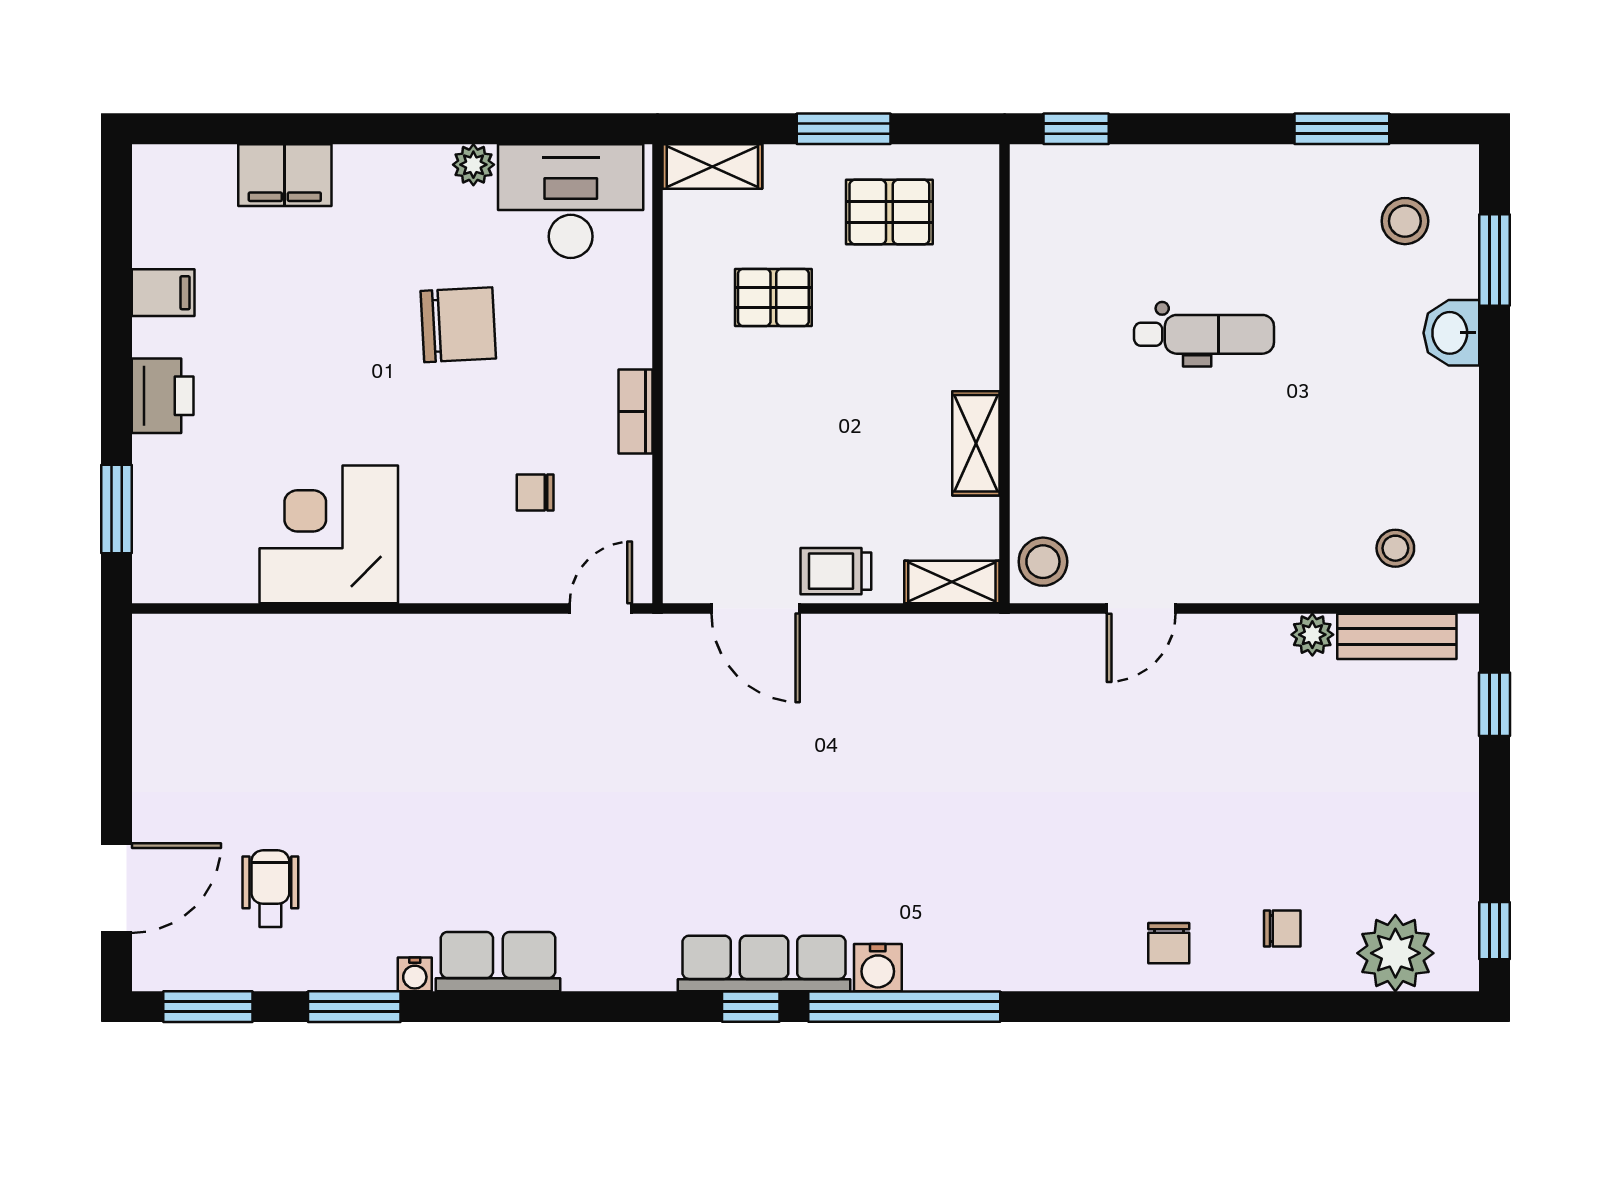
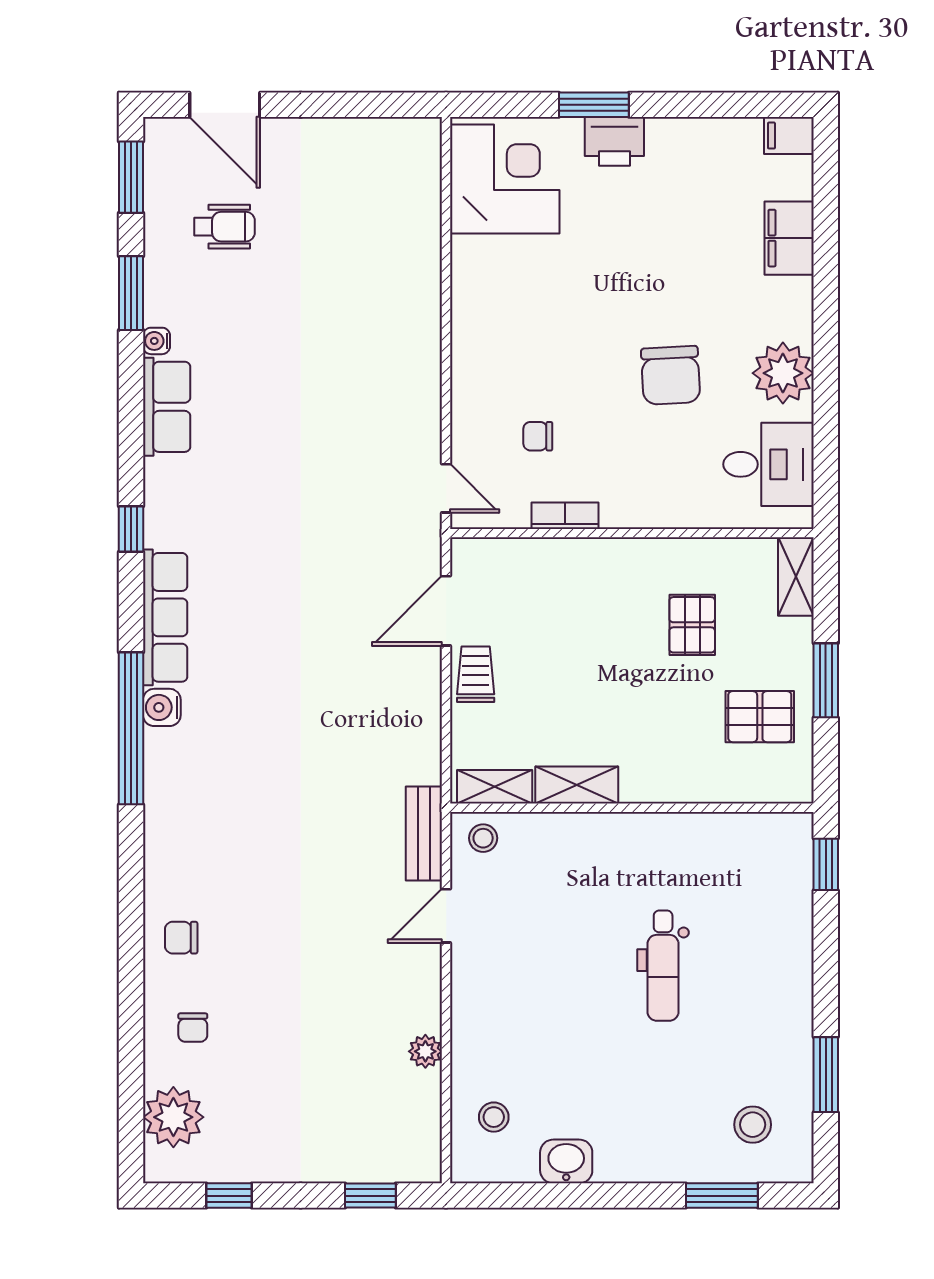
plant: (473, 165) -> (783, 373), width x1.88, depth x1.88
desk: (571, 201) -> (769, 464), width x0.73
pallet: (889, 212) -> (760, 717), turned 90
filing cabinet: (163, 293) -> (789, 136), moved, turned 90
washbasin: (1451, 333) -> (566, 1161), moved
bookcase: (636, 412) -> (565, 516), moved
chair: (535, 492) -> (538, 436), turned -90
window: (116, 509) -> (594, 105), moved
corner desk: (329, 534) -> (505, 179), moved
stool: (1043, 562) -> (483, 838), width x0.73, depth x0.73
shelving: (952, 582) -> (495, 787), moved, turned 90
door: (1141, 609) -> (446, 916), hinge flipped
bench: (1397, 636) -> (424, 834), moved
window: (1495, 931) -> (229, 1196), moved
window: (751, 1007) -> (131, 529), moved

